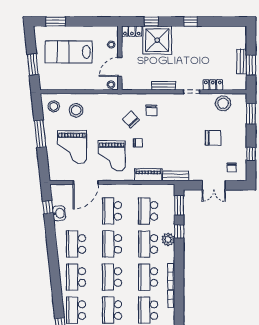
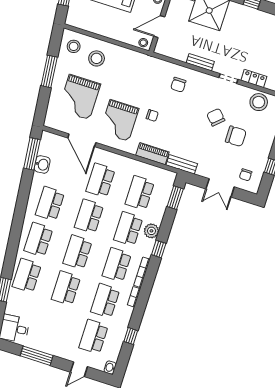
chair: (131, 119) -> (216, 117), moved
door: (86, 182) -> (82, 140), hinge flipped
window: (48, 207) -> (32, 154), width x2.17
window: (179, 231) -> (159, 249), moved

